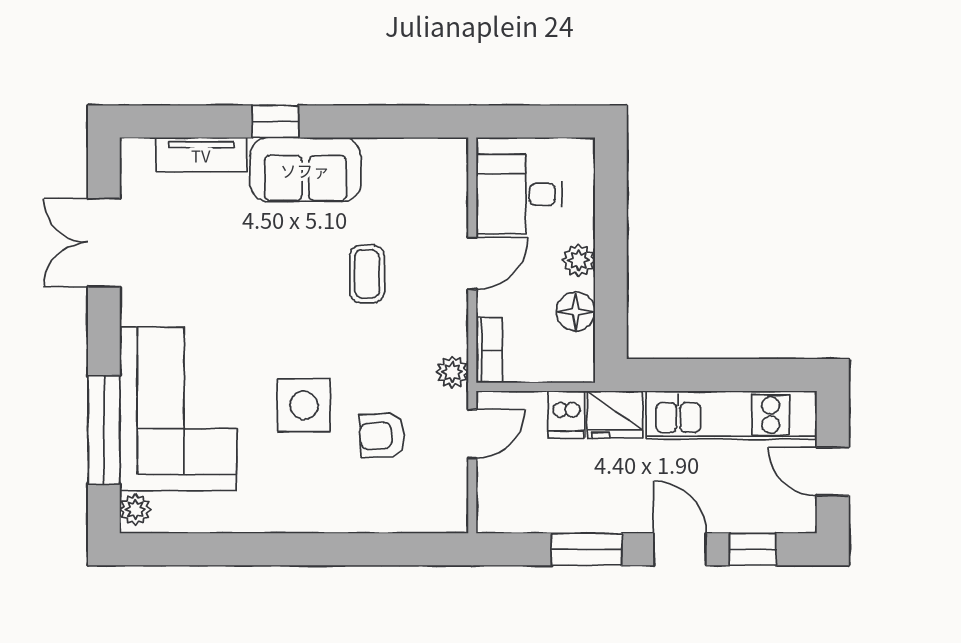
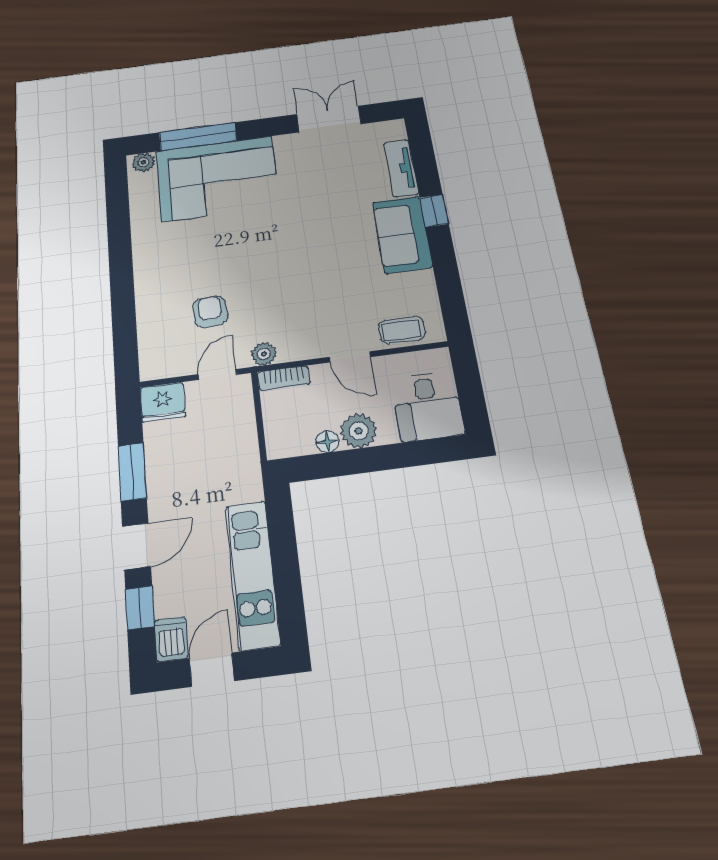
desk: (519, 194) -> (428, 406), moved, turned 180
plant: (579, 260) -> (359, 431), width x1.38, depth x1.38
coffee table: (367, 274) -> (402, 330), moved
floor lamp: (576, 312) -> (328, 442), width x0.73, depth x0.73
side table: (304, 405) -> (228, 257), removed
dishwasher: (566, 415) -> (171, 639), moved, turned 90
fridge: (615, 415) -> (163, 402), moved, turned -90
door: (472, 434) -> (217, 375), swing flipped

